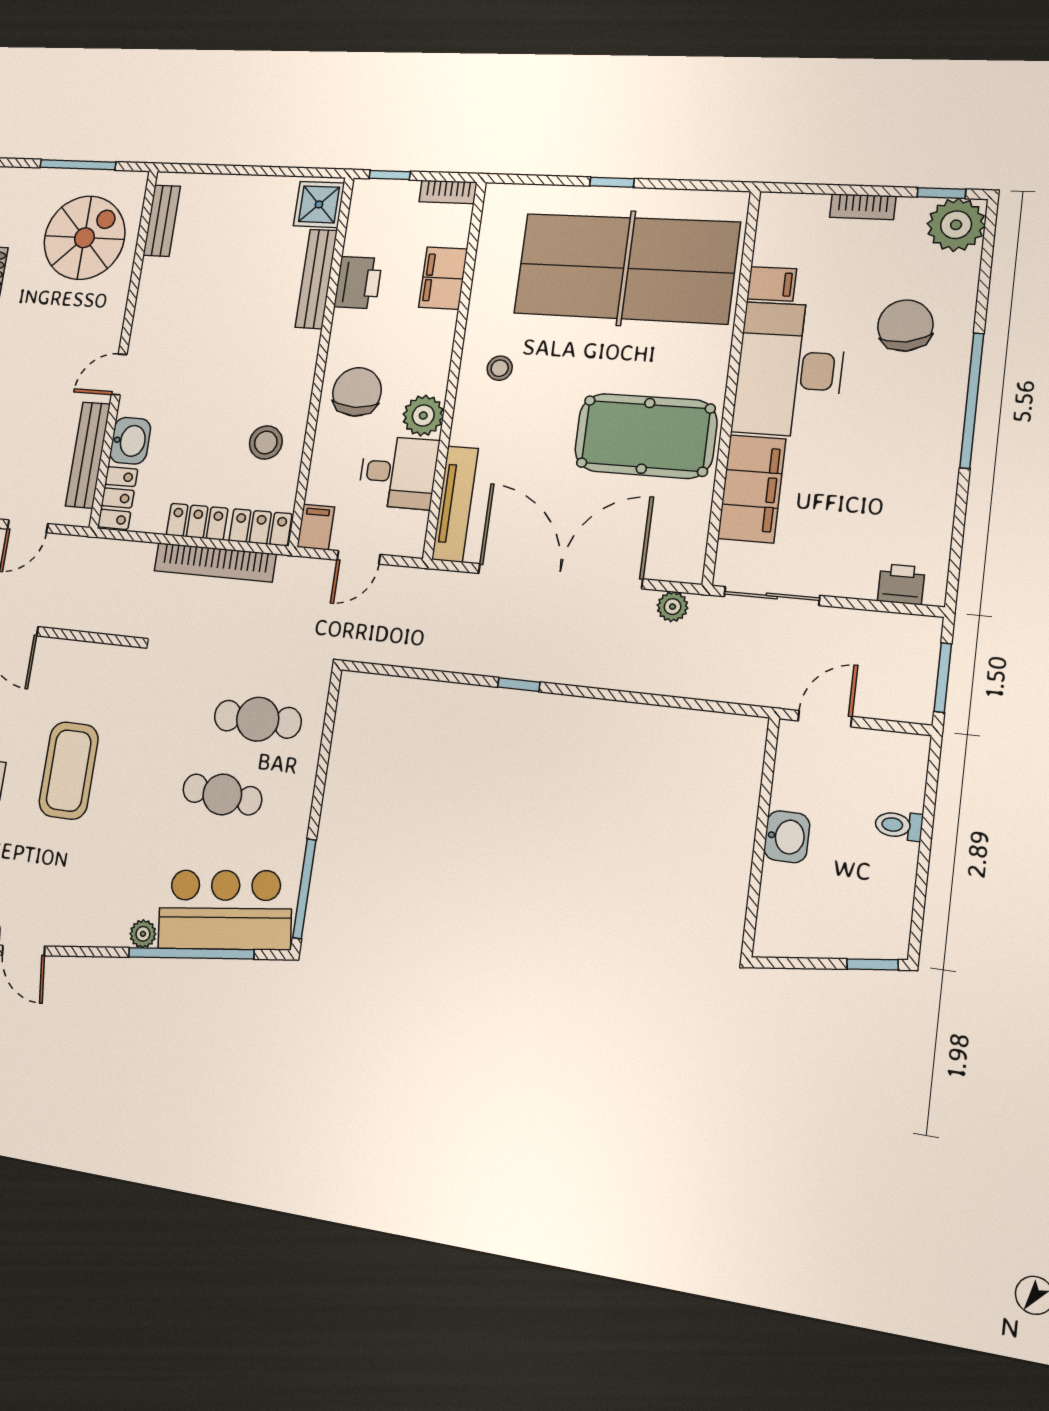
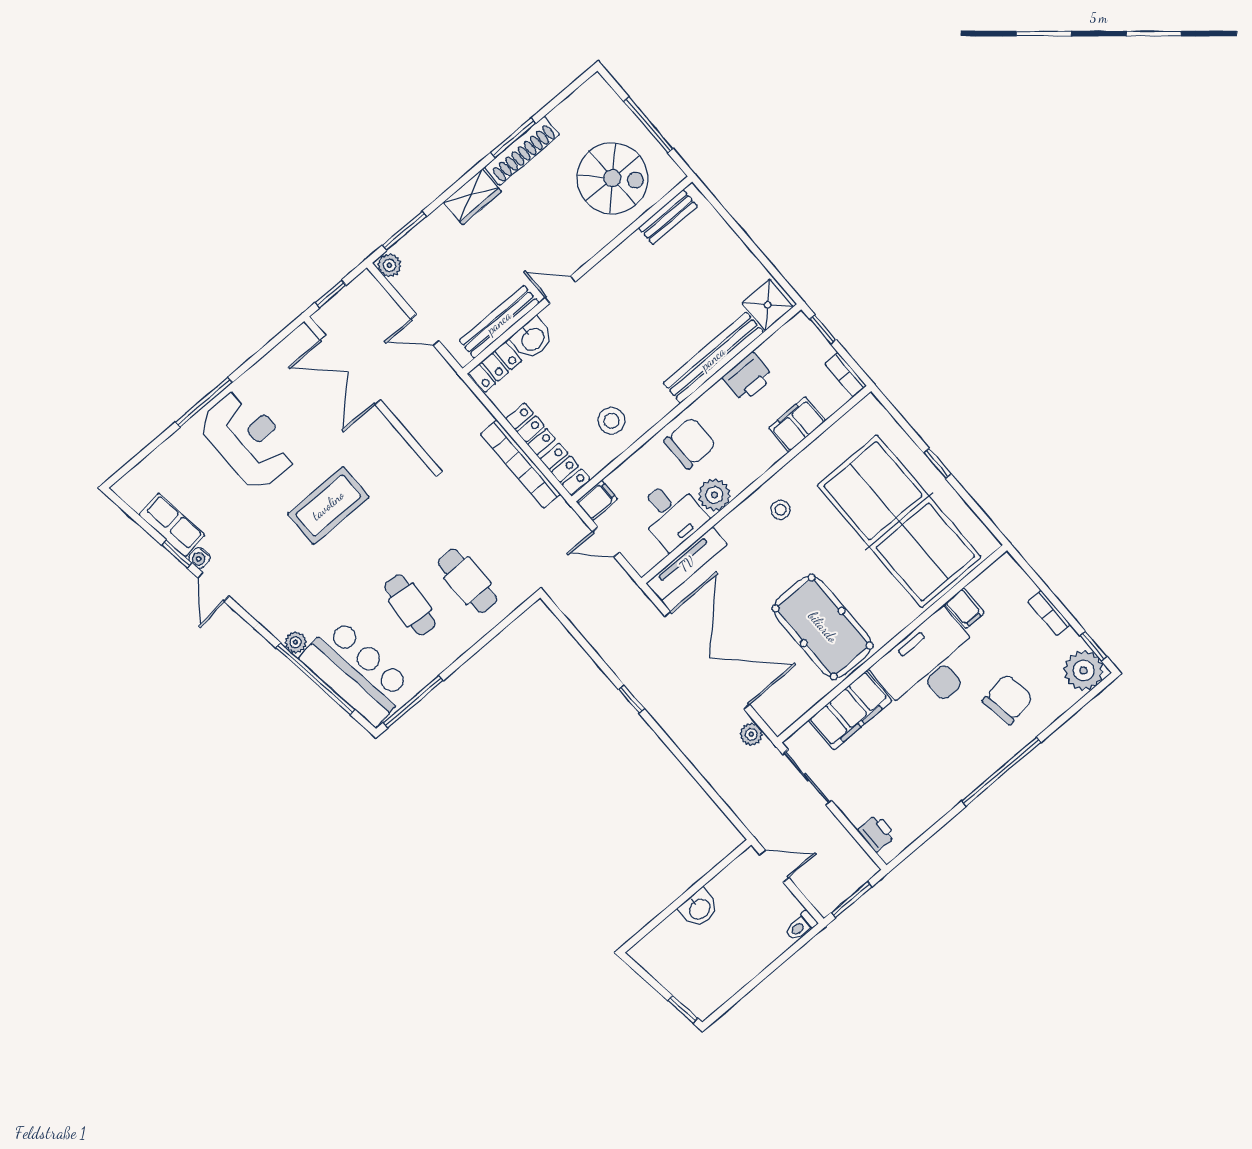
bench: (316, 279) -> (713, 358), width x1.37, depth x1.21
toilet: (899, 825) -> (801, 926), moved, turned -90

